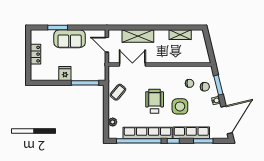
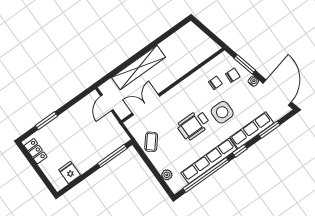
shelving: (180, 35) -> (172, 42), removed
shelving: (138, 36) -> (139, 67), width x1.47
sofa: (70, 39) -> (66, 123), removed
door: (107, 45) -> (107, 103), hinge flipped
locker: (36, 54) -> (35, 151), moved
fridge: (65, 74) -> (70, 173), moved
wheelchair: (155, 101) -> (194, 125), turned -90

